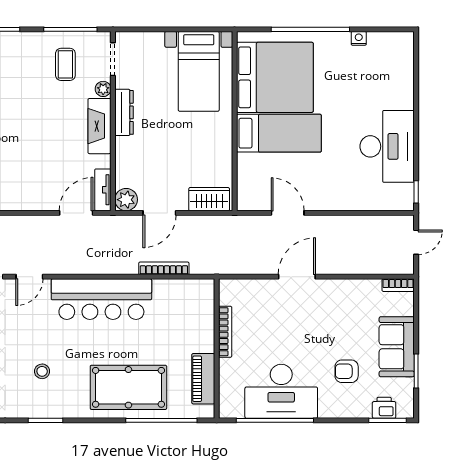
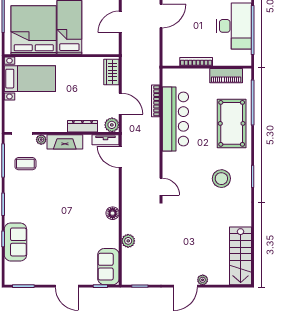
dresser: (124, 112) -> (82, 126), moved
door: (297, 277) -> (161, 16), swing flipped
bar counter: (101, 299) -> (175, 119), moved
stool: (42, 371) -> (221, 179), width x1.89, depth x1.89

